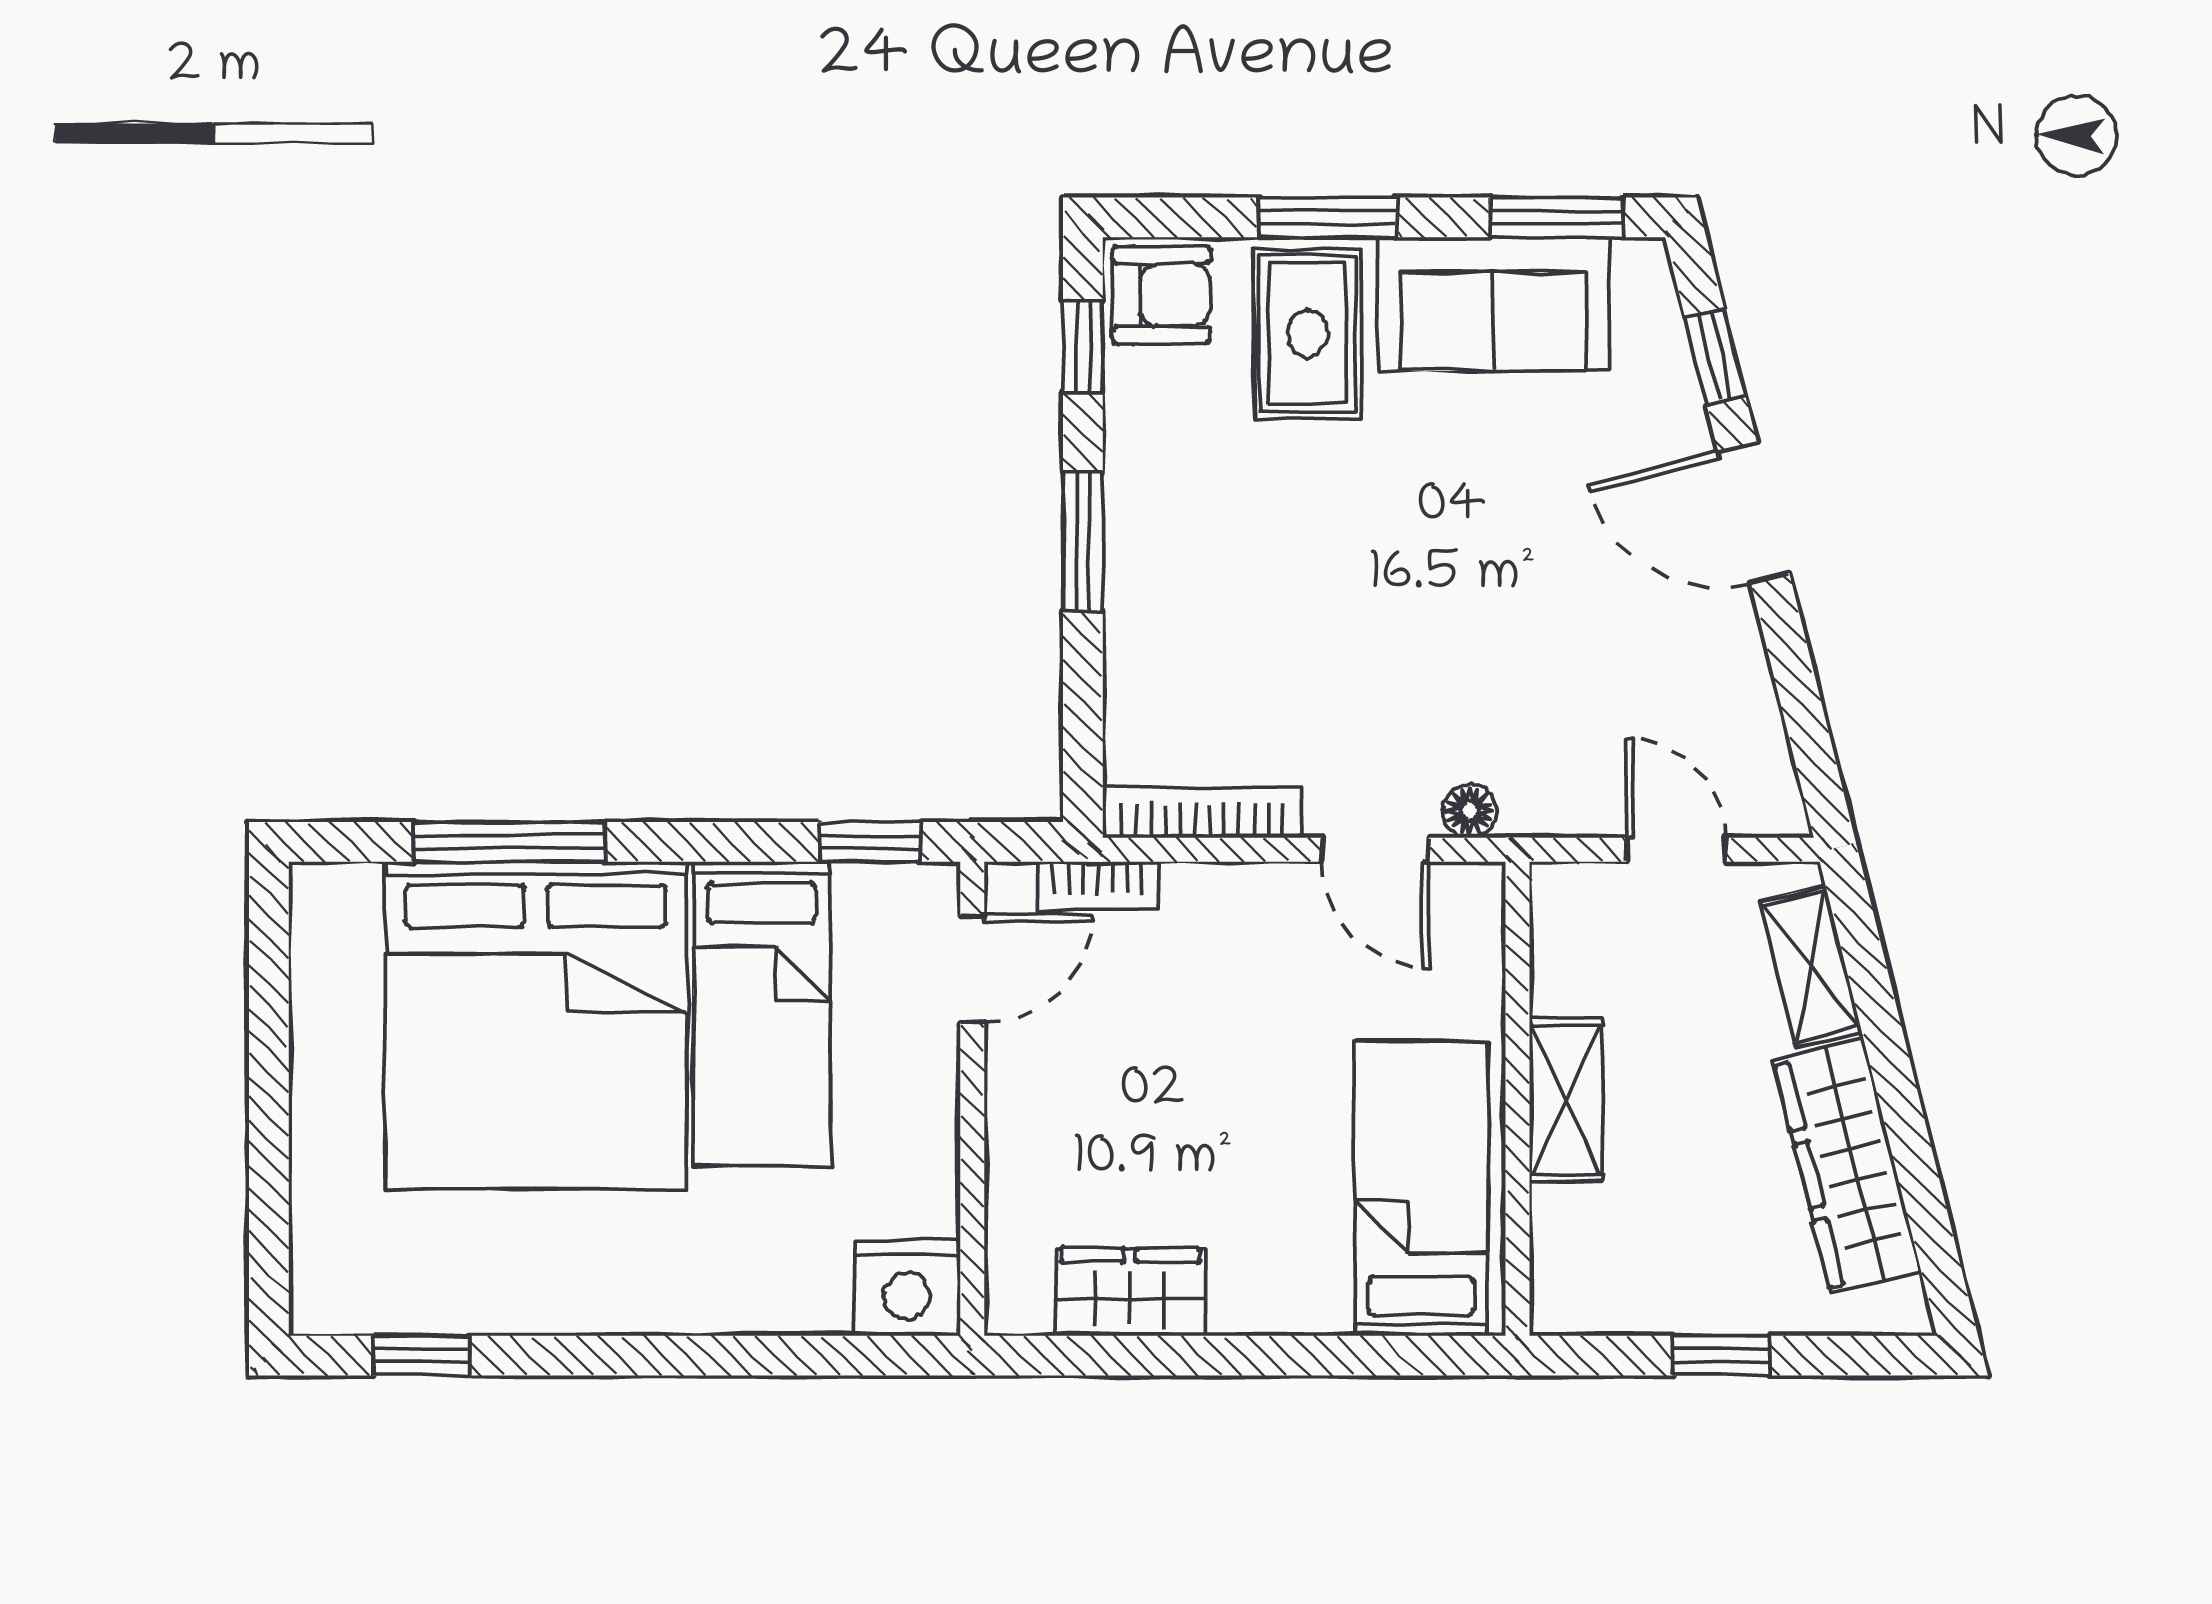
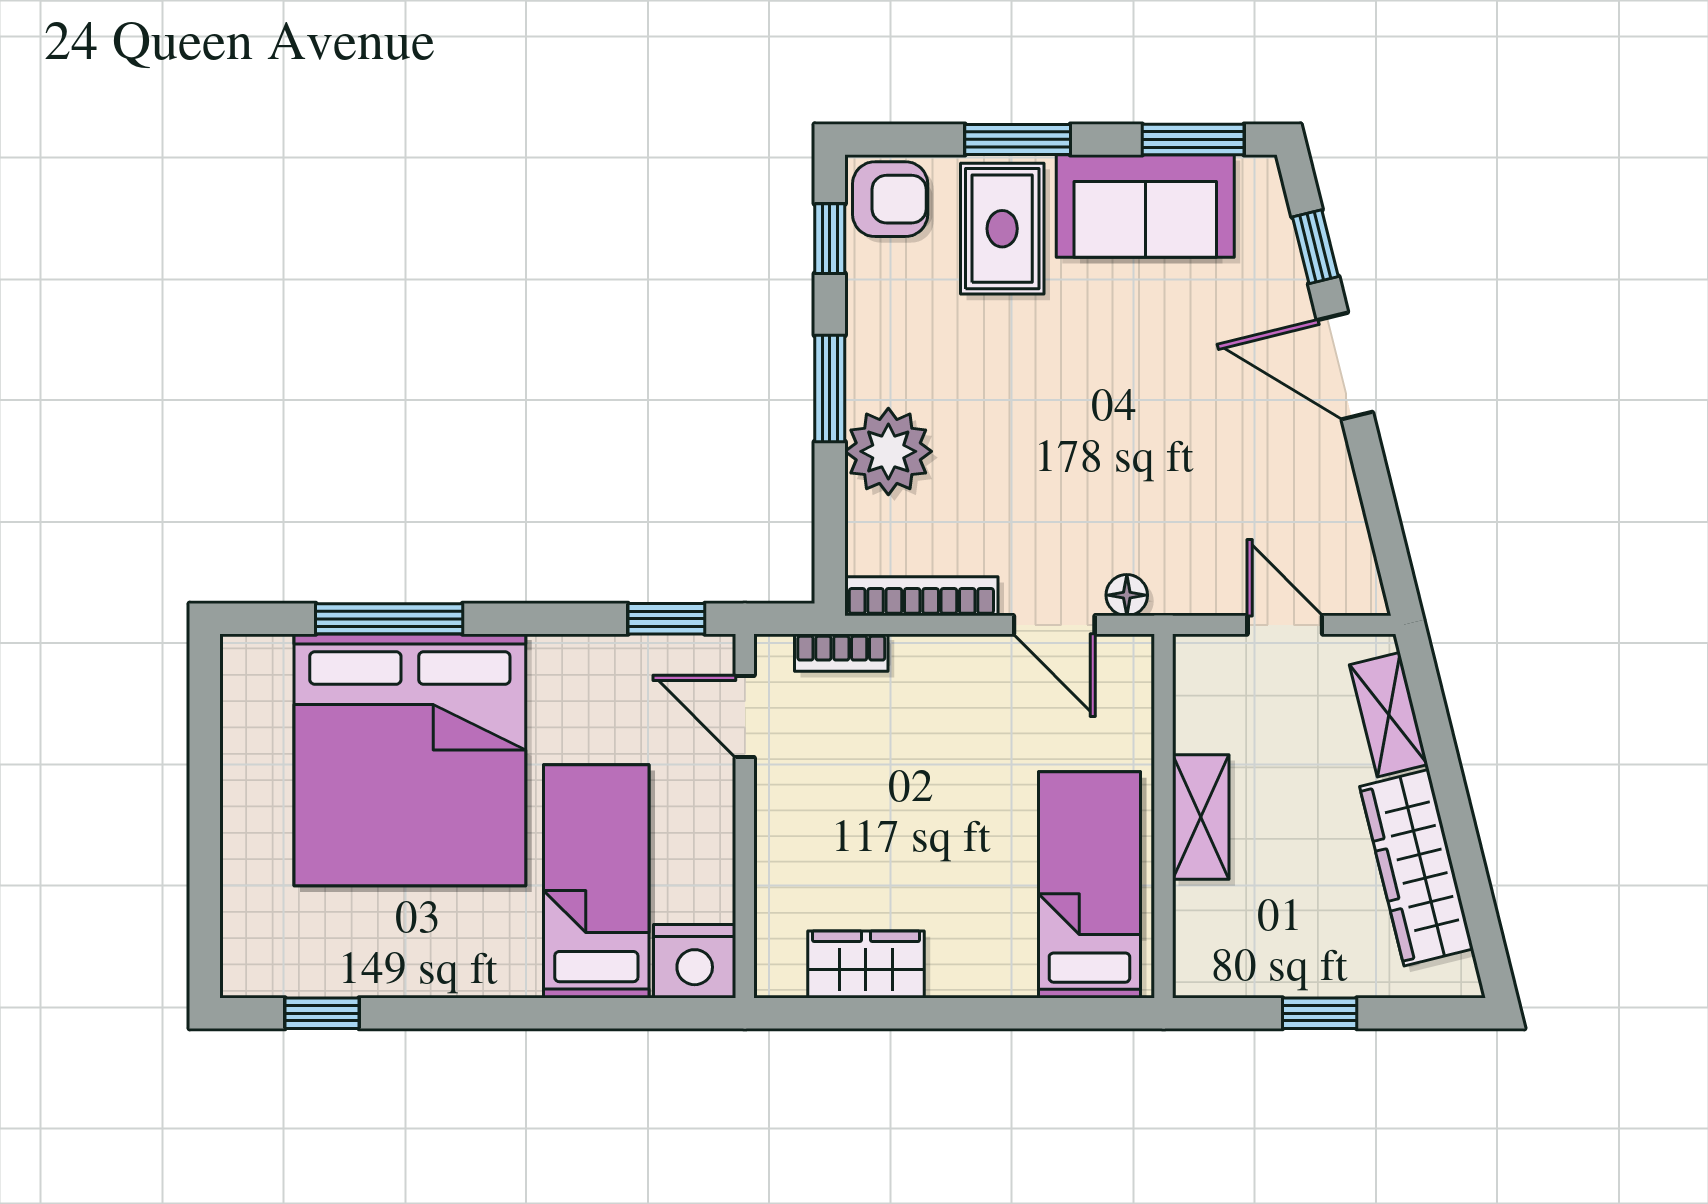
plant: (1159, 624) -> (888, 451), added
door: (972, 969) -> (745, 717), swing flipped
bed: (761, 1014) -> (596, 881), moved, turned 180

